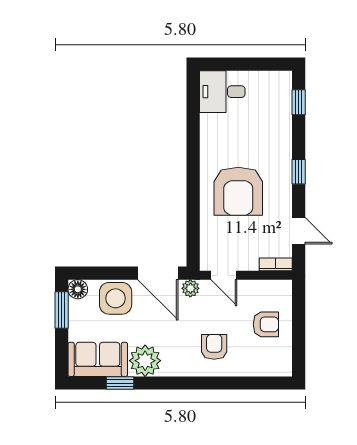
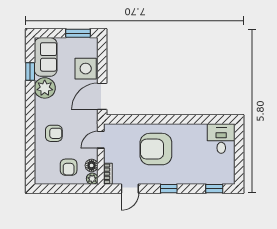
plant: (190, 288) -> (92, 179), moved
floor lamp: (78, 289) -> (92, 165), moved

